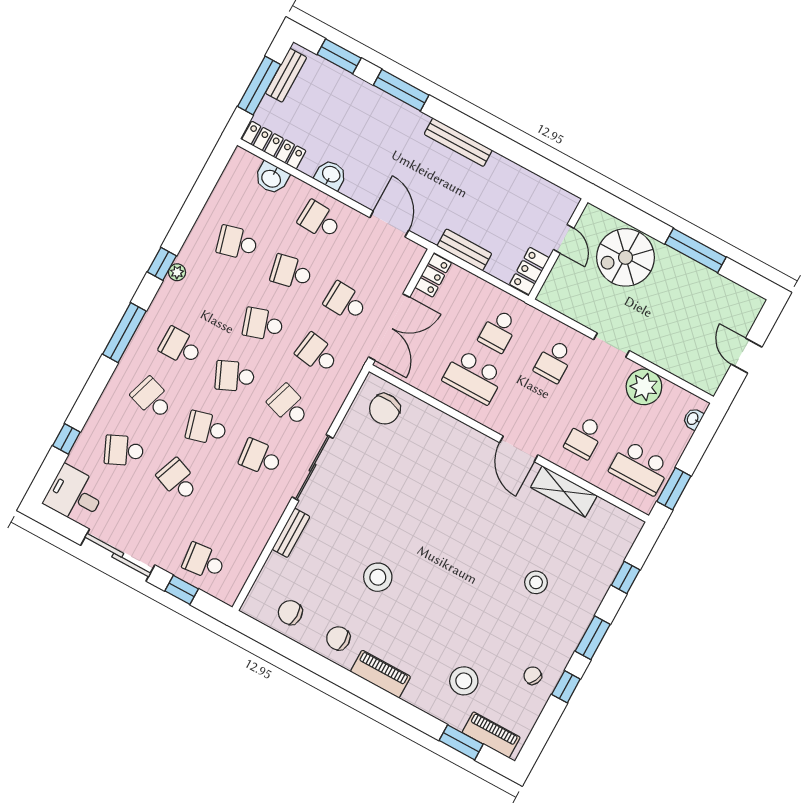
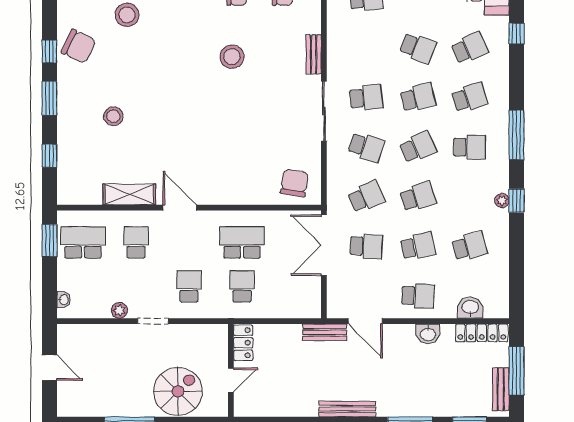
door: (564, 239) -> (231, 380), swing flipped
bench: (464, 250) -> (325, 332), moved
locker: (433, 275) -> (312, 301), removed
school desk: (317, 354) -> (366, 197), turned -33
plant: (644, 387) -> (119, 310), width x0.53, depth x0.53
school desk: (152, 399) -> (470, 98), turned -36
chair: (533, 676) -> (78, 46), width x1.87, depth x1.87

